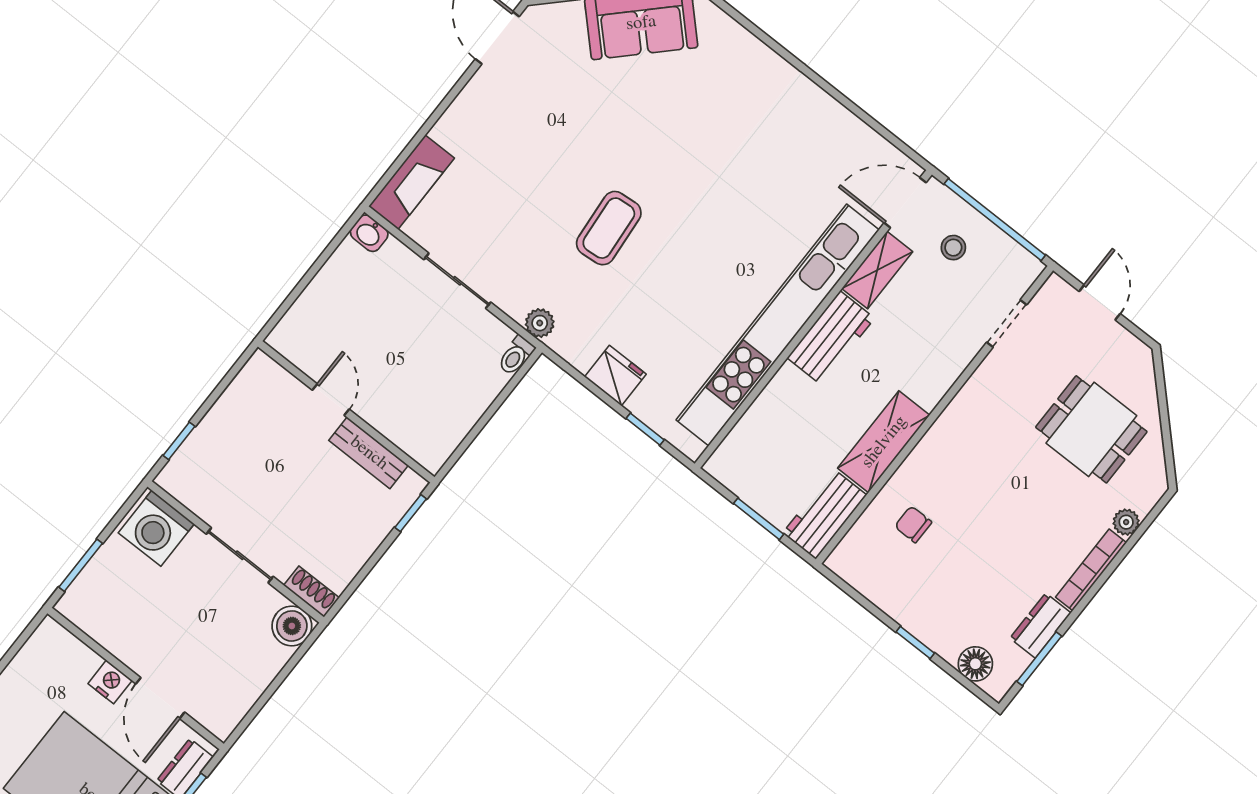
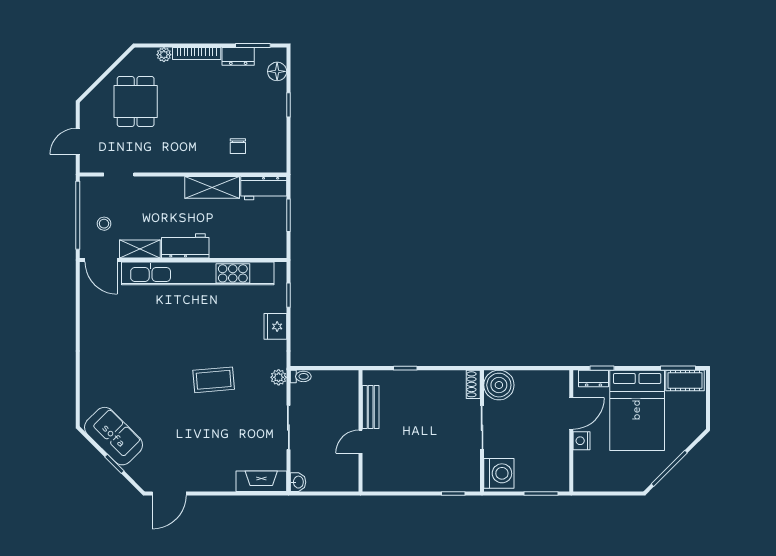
door: (331, 400) -> (361, 442), moved
wall: (346, 412) -> (361, 431), moved
bench: (369, 453) -> (371, 407), moved
boiler: (292, 626) -> (499, 385), width x1.37, depth x1.37

